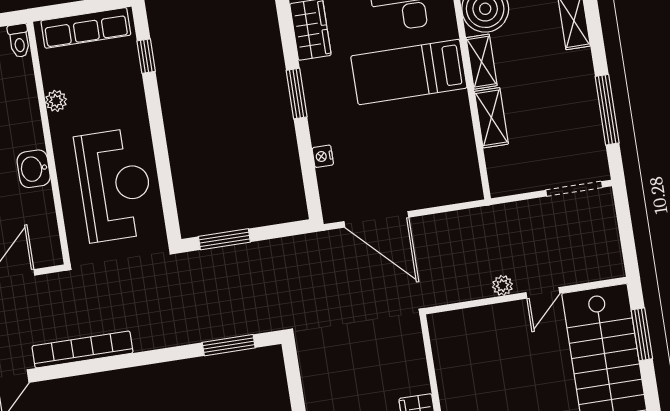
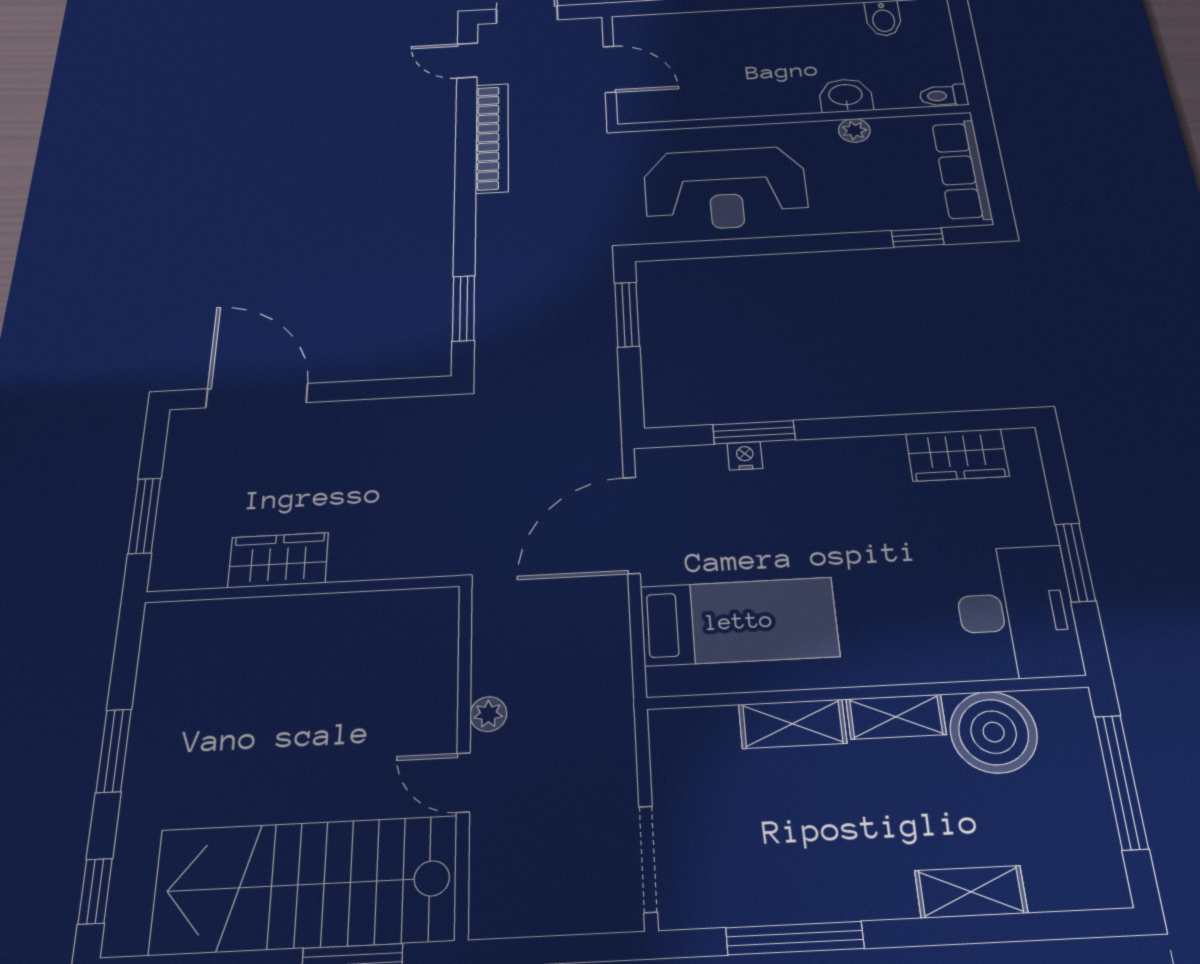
bed: (409, 72) -> (739, 621), moved, turned 90
window: (297, 94) -> (754, 432), moved
washbasin: (34, 169) -> (846, 96), moved

